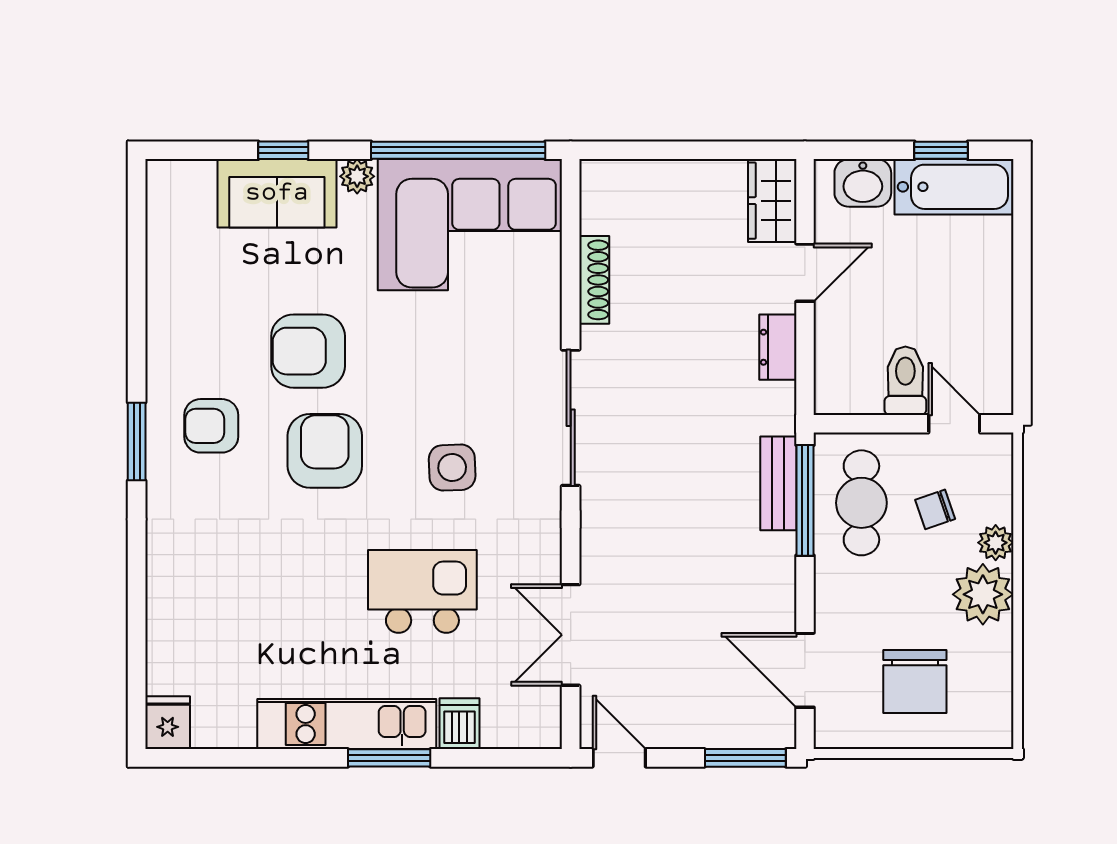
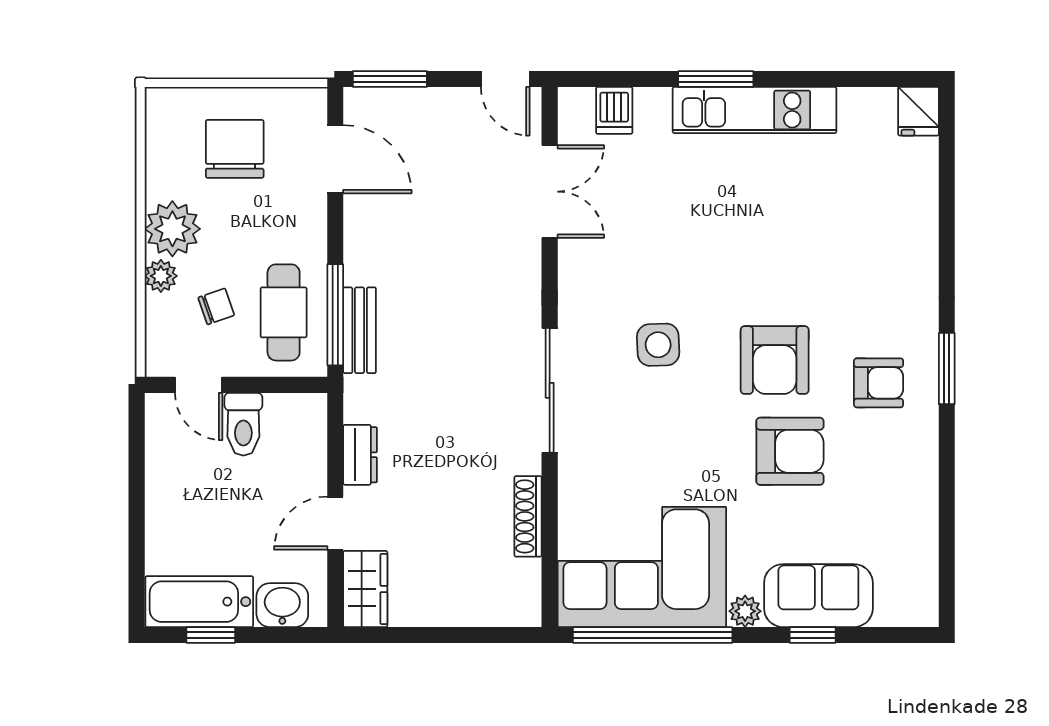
kitchen island: (422, 591) -> (685, 231), removed
dishwasher: (459, 724) -> (614, 110), moved

